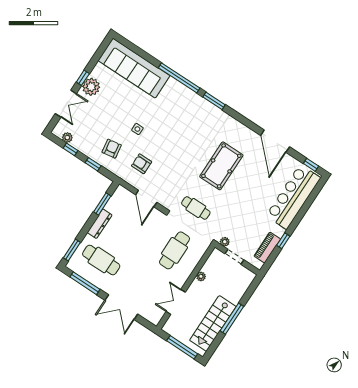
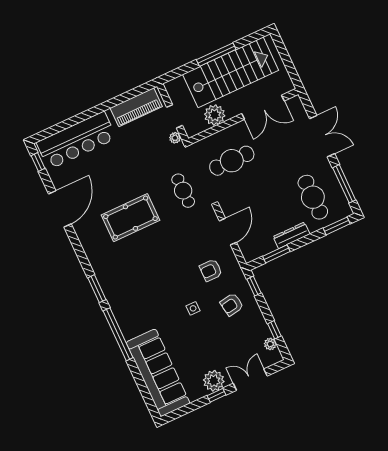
window: (93, 164) -> (254, 286), moved
armchair: (142, 164) -> (211, 270), turned 90
window: (283, 241) -> (114, 102), removed
piano: (267, 248) -> (136, 107), width x1.37, depth x1.33
plant: (201, 276) -> (215, 115), width x1.88, depth x1.88
double door: (176, 302) -> (263, 107), width x1.37
stairs: (213, 323) -> (231, 72), width x1.36, depth x1.51
window: (182, 347) -> (285, 57), removed

